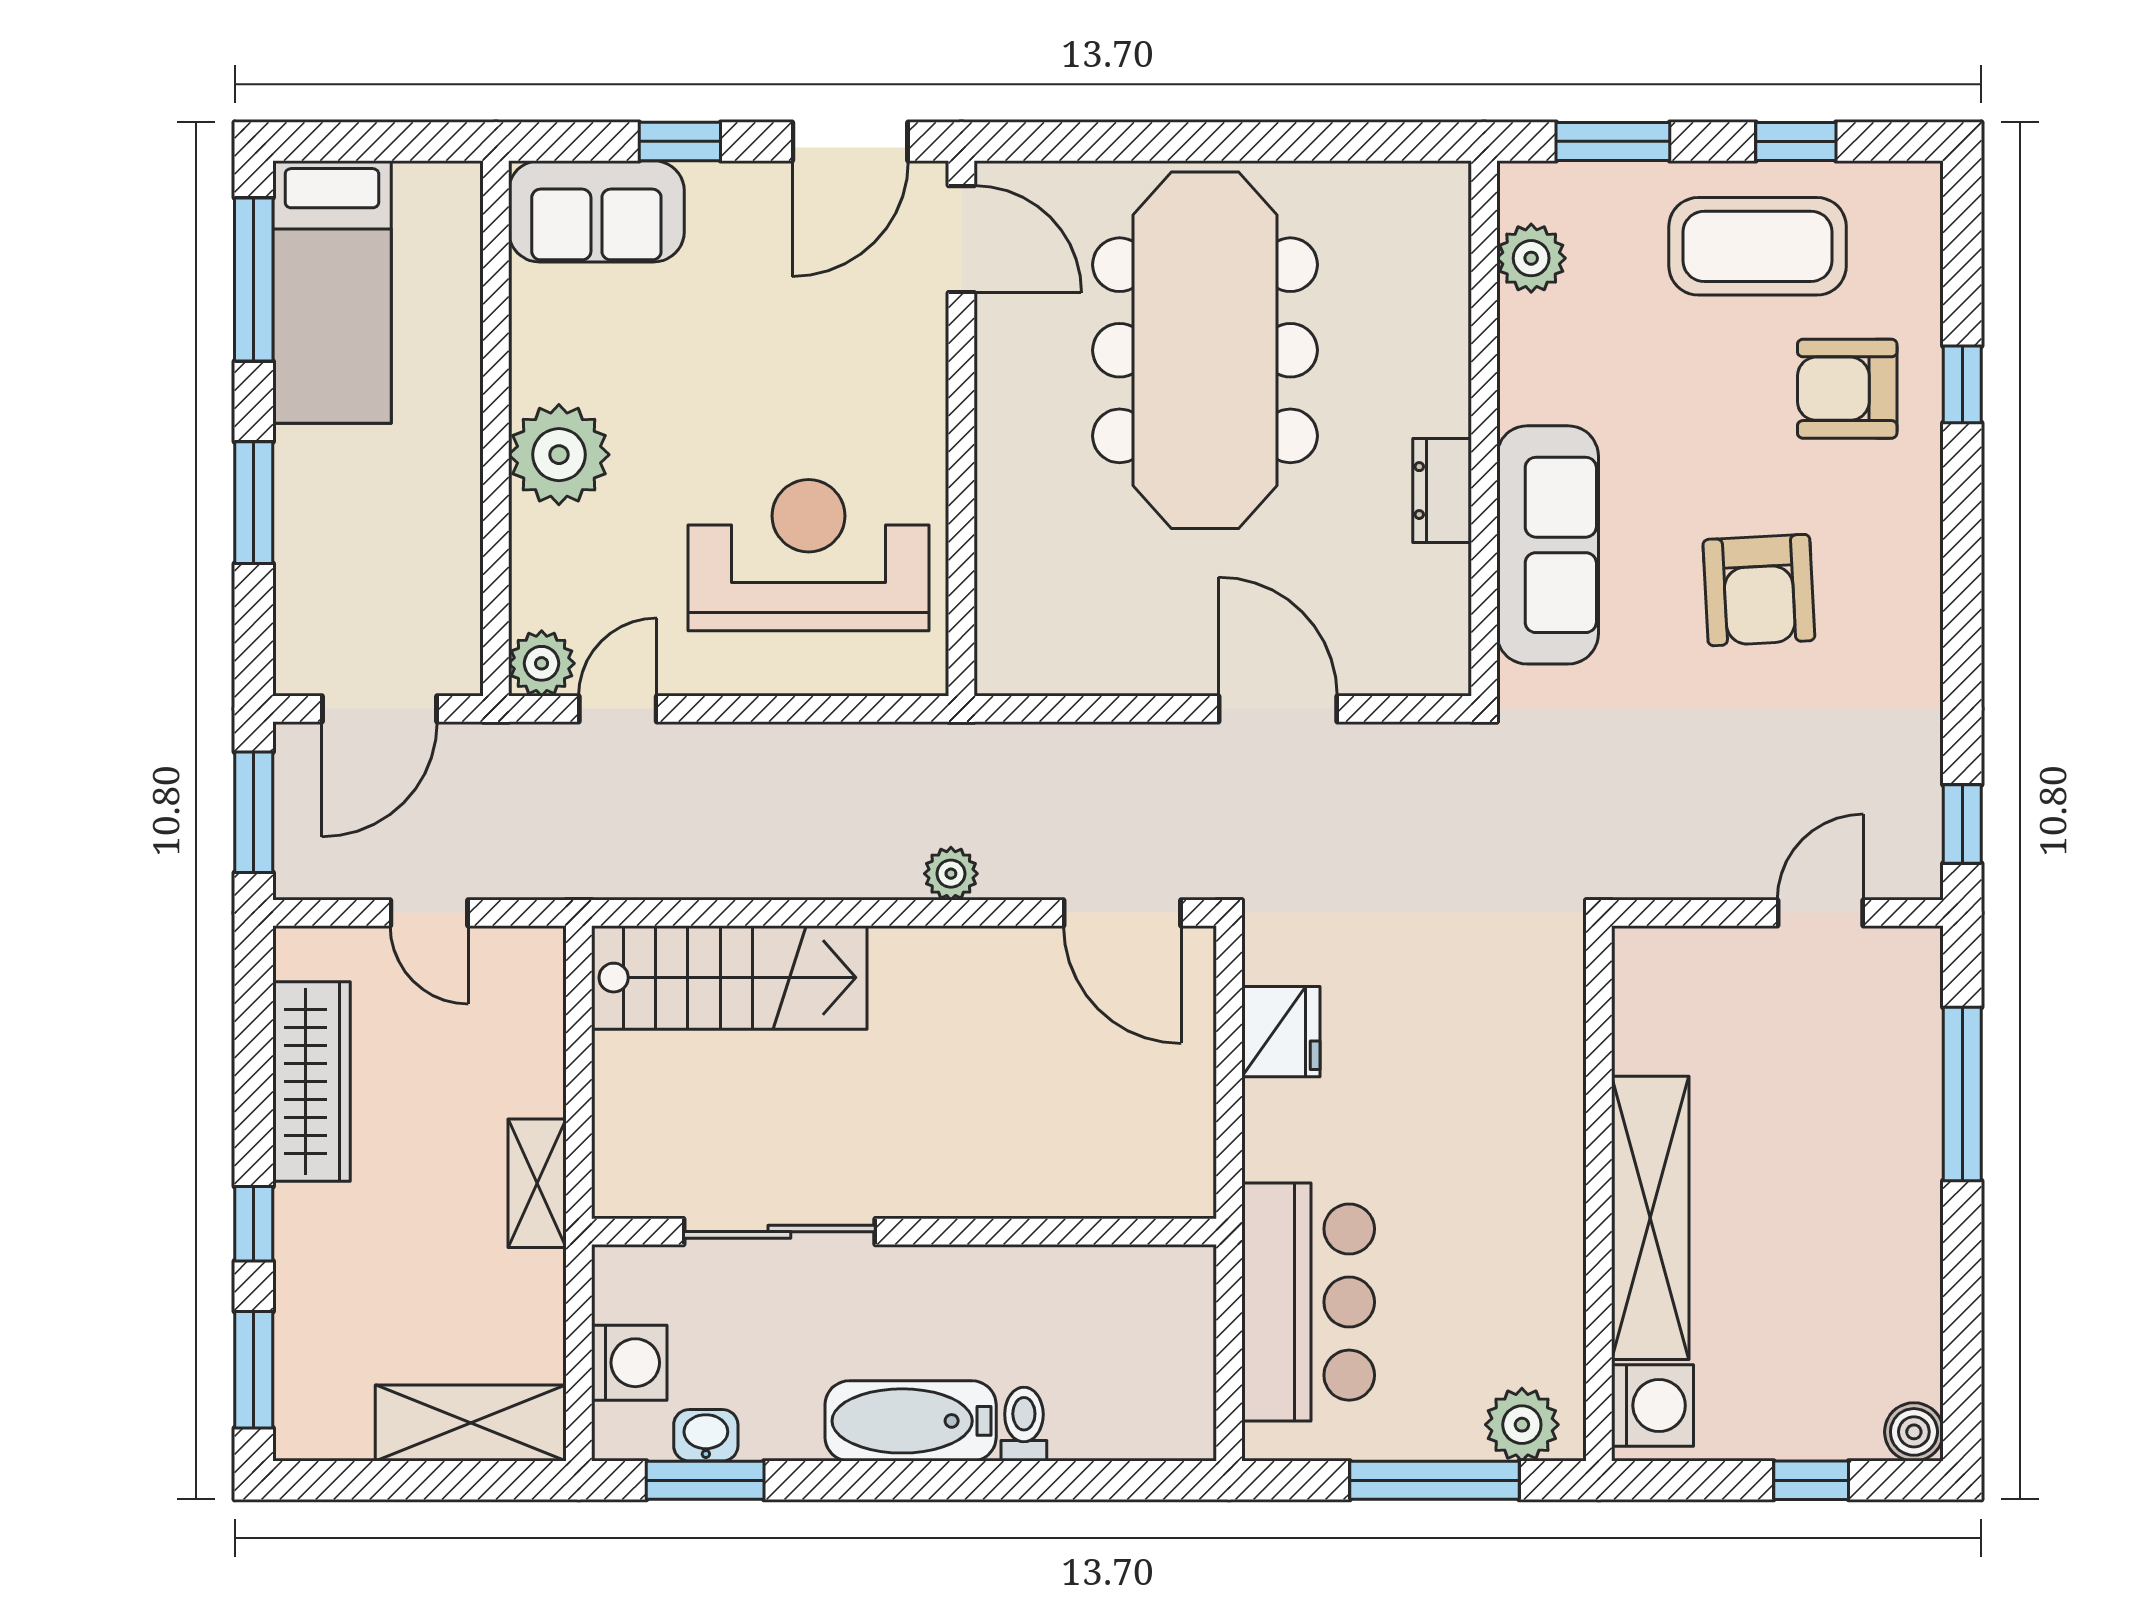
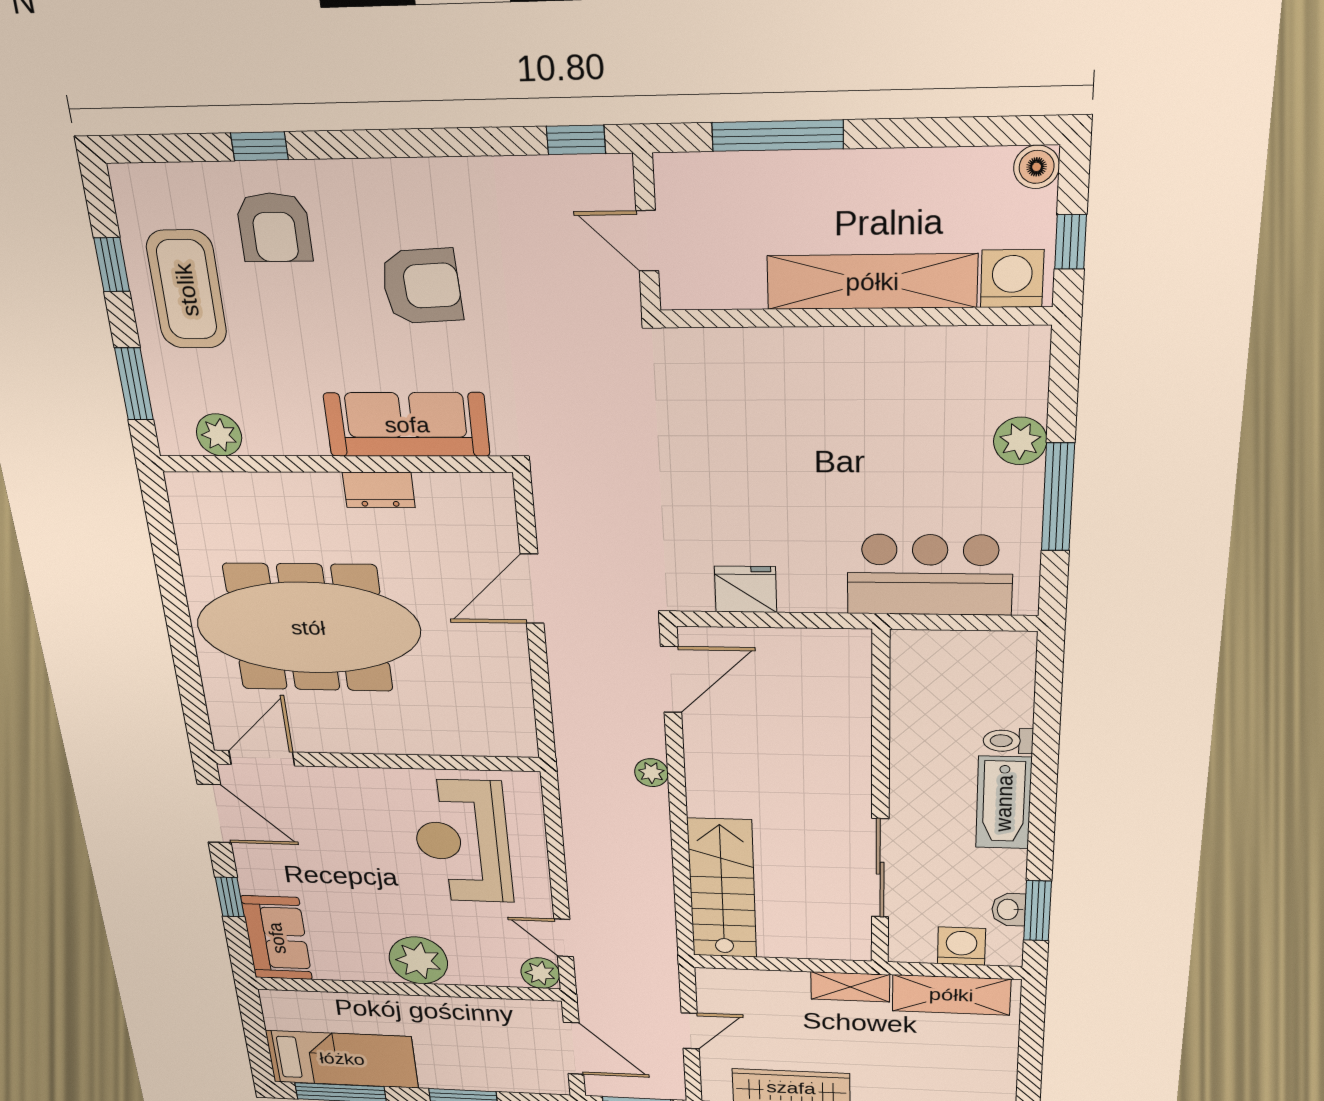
wall: (1599, 1193) -> (854, 317), moved
shelving: (1650, 1218) -> (872, 282), moved
washing machine: (1653, 1405) -> (1012, 279), moved
shelving: (471, 1423) -> (951, 995), moved, turned 90

